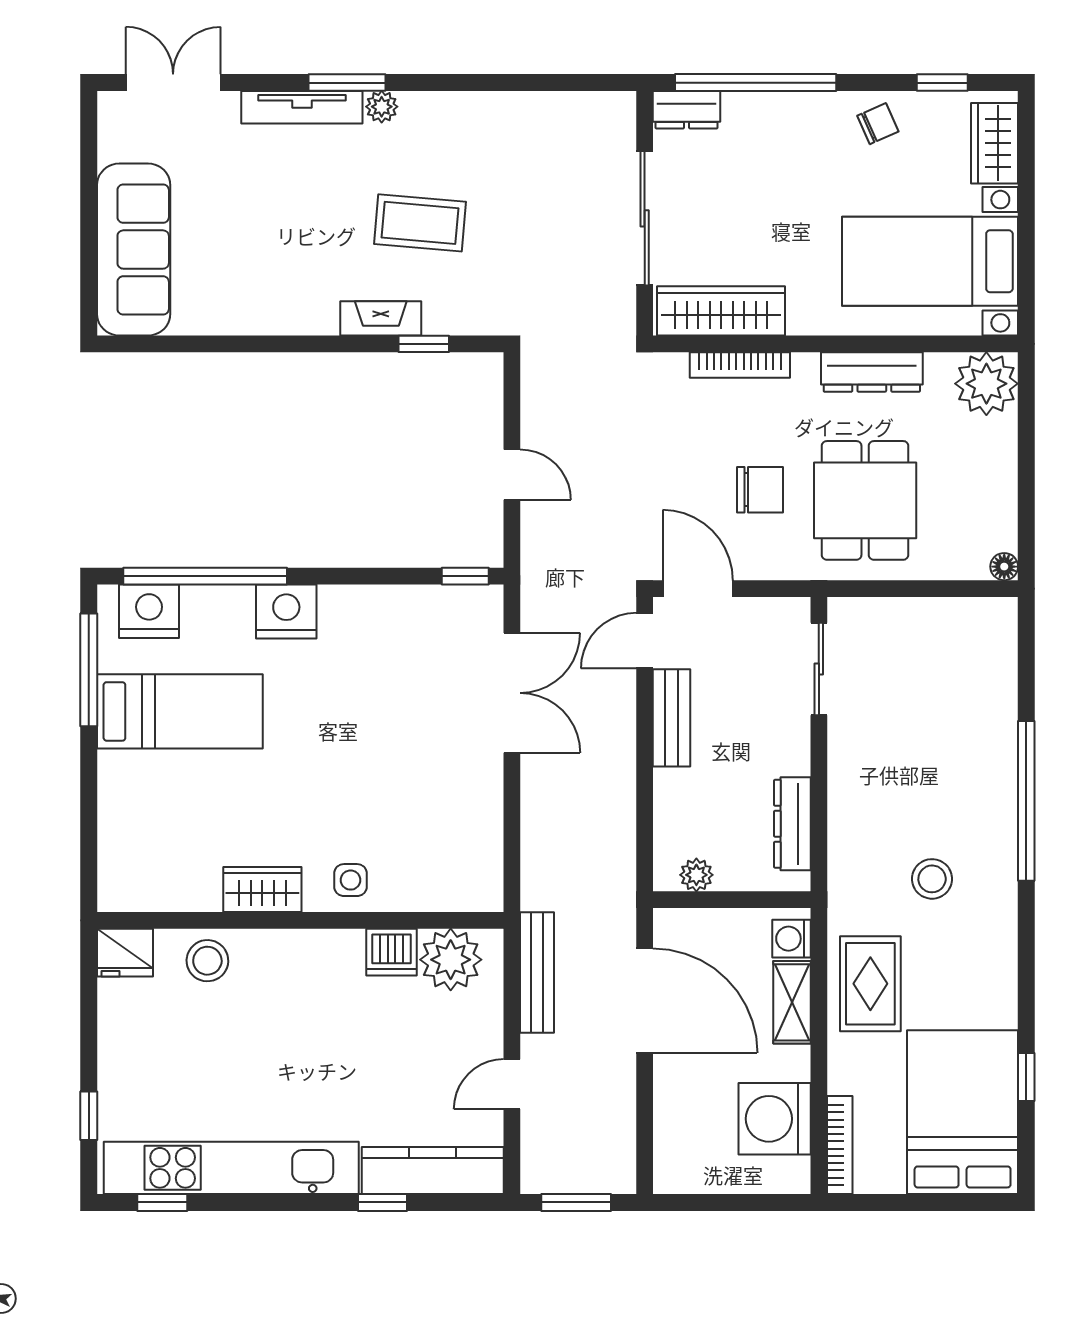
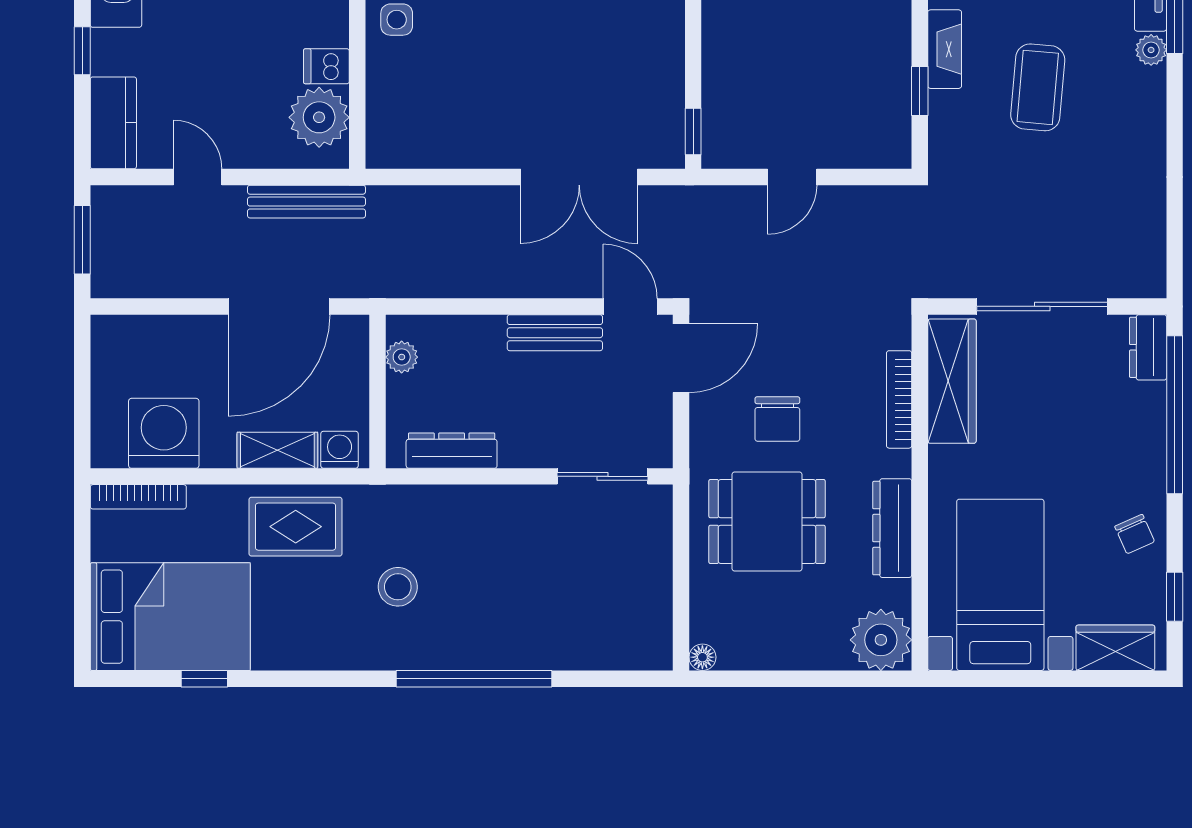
dishwasher: (392, 952) -> (326, 66), width x0.73
kitchen counter: (433, 1171) -> (113, 123), width x0.67

